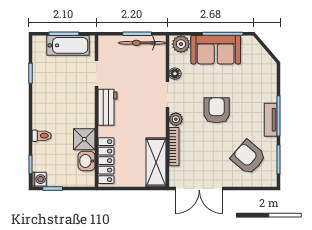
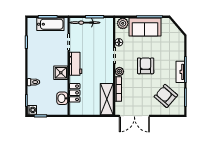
bicycle: (142, 43) -> (85, 23), moved
shower: (84, 139) -> (61, 73), moved
locker: (106, 161) -> (75, 93), width x0.66

